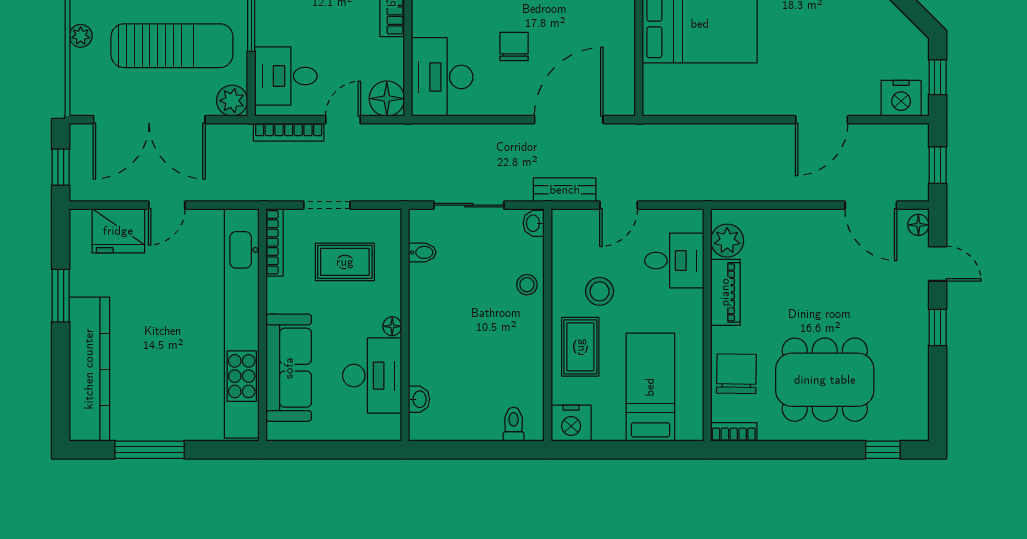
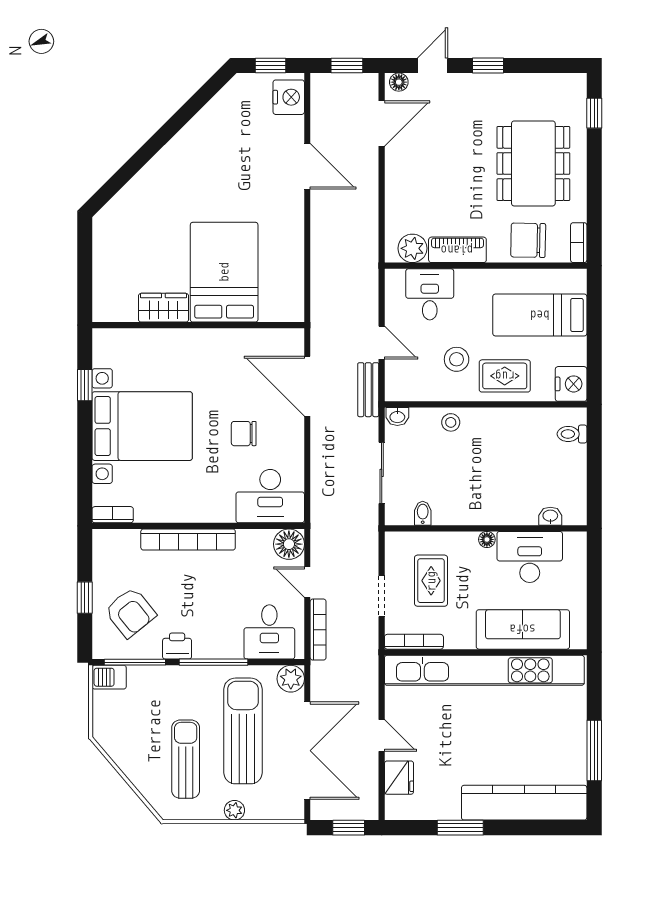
fridge: (118, 231) -> (399, 778), width x0.73, depth x0.75

